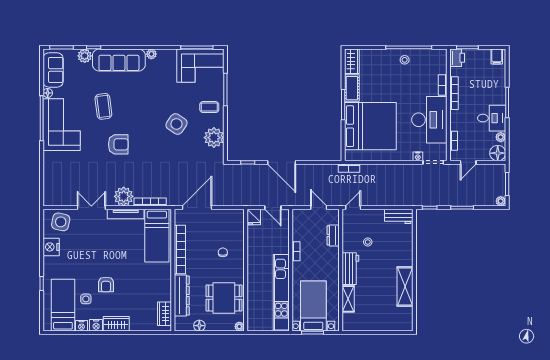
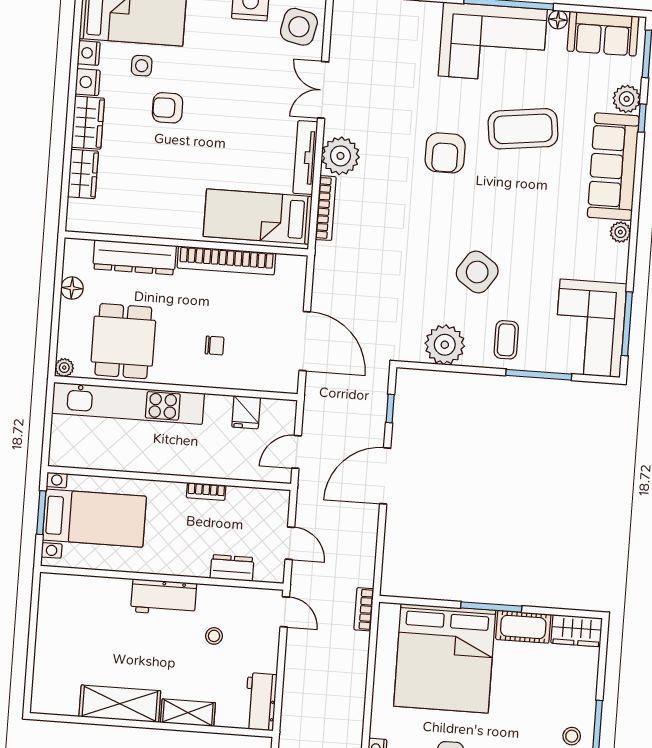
coffee table: (103, 106) -> (523, 129), width x1.36, depth x1.32
double door: (91, 208) -> (323, 90), swing flipped
door: (197, 208) -> (305, 341), moved
door: (319, 208) -> (290, 543), hinge flipped
fridge: (254, 217) -> (246, 412), moved, turned -90
kitchen unit: (281, 292) -> (128, 403), moved, turned 180
shelving: (348, 299) -> (188, 713), moved
wardrobe: (164, 314) -> (83, 174), moved, turned 90

